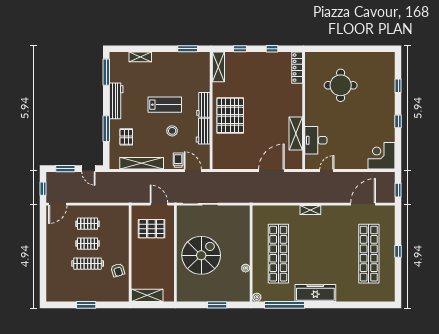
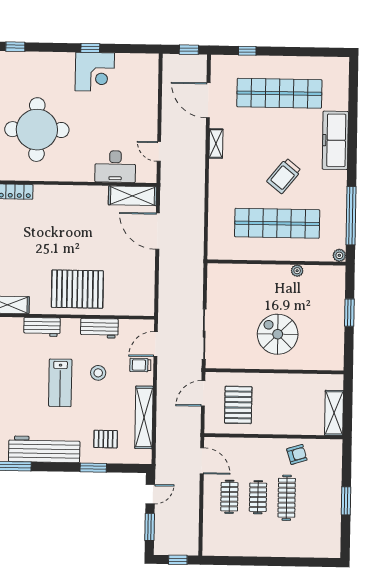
round table: (341, 85) -> (37, 130), width x1.36, depth x1.36
window: (398, 86) -> (15, 47), moved
workbench: (116, 101) -> (44, 449), width x1.36, depth x1.32
lab bench: (165, 105) -> (60, 383), turned 180
workbench: (203, 105) -> (42, 327), moved
window: (106, 129) -> (93, 468), width x0.69
shelving: (296, 133) -> (132, 196), moved
corner desk: (381, 156) -> (95, 72), moved, turned -90
door: (58, 204) -> (202, 461), moved
shelving: (310, 210) -> (216, 143), moved
window: (398, 251) -> (247, 51), moved
spiral stairs: (201, 255) -> (278, 334), width x0.73, depth x0.73
trolley: (311, 258) -> (284, 176), added
freezer: (315, 293) -> (335, 140), moved

